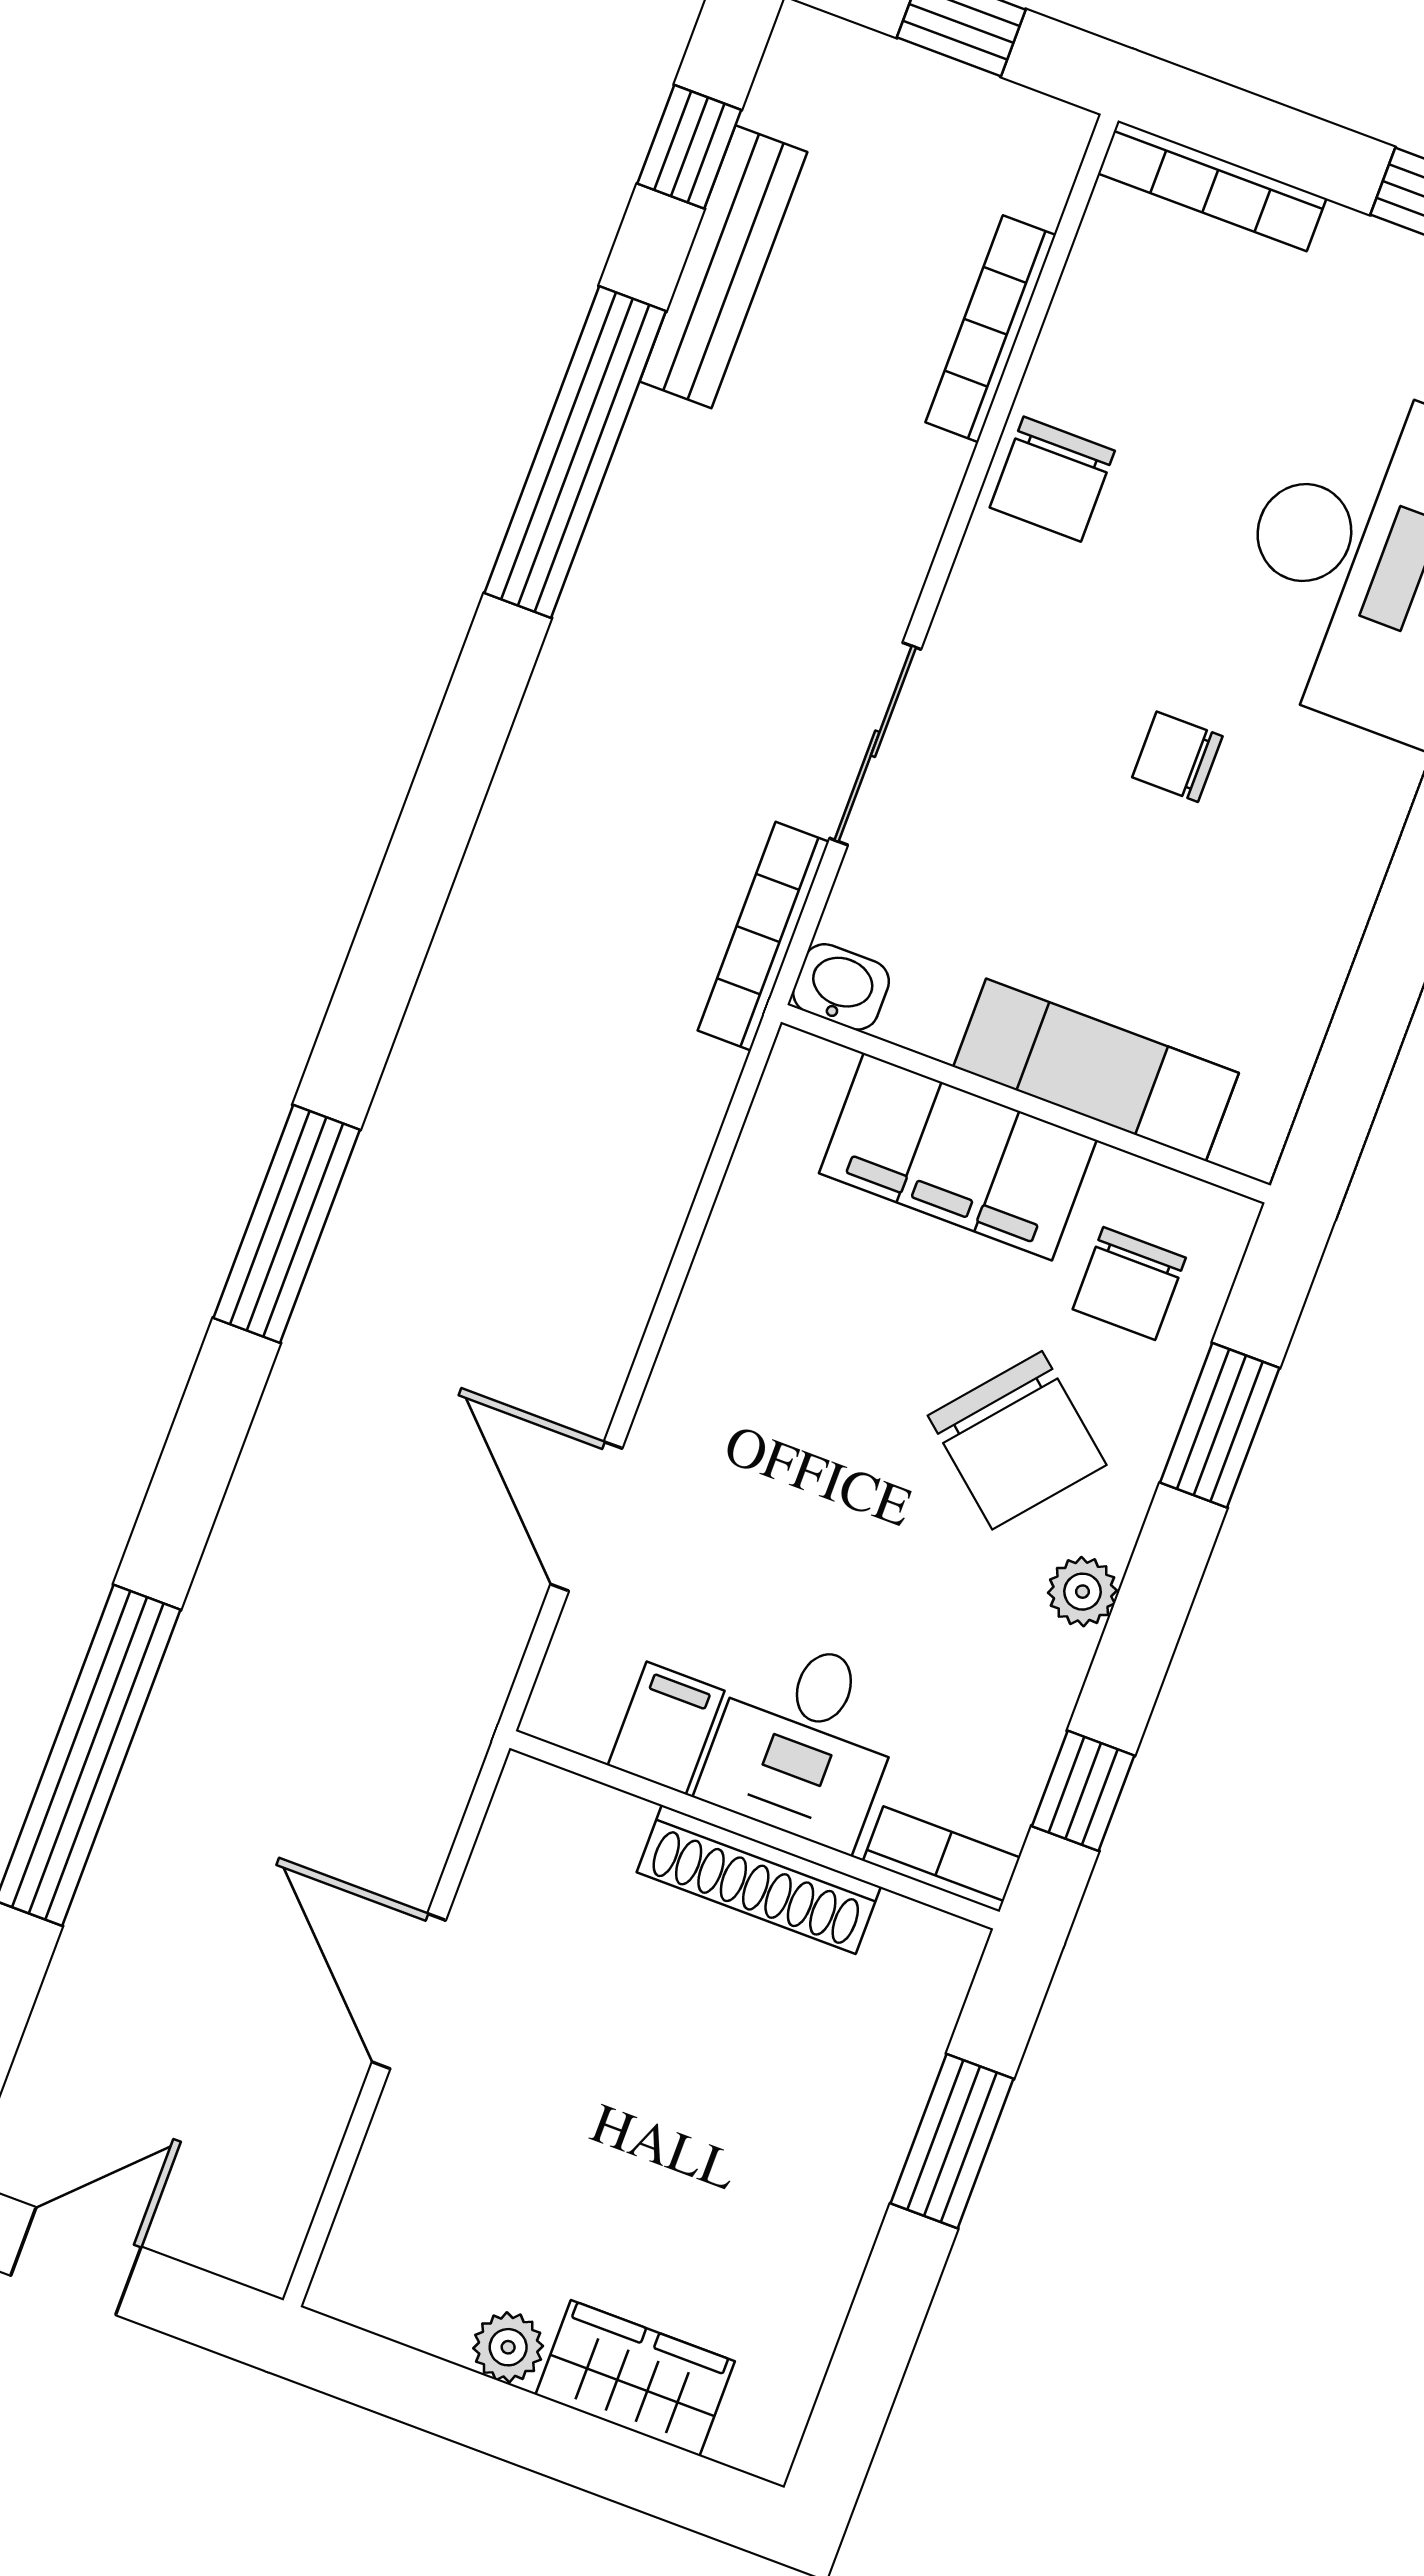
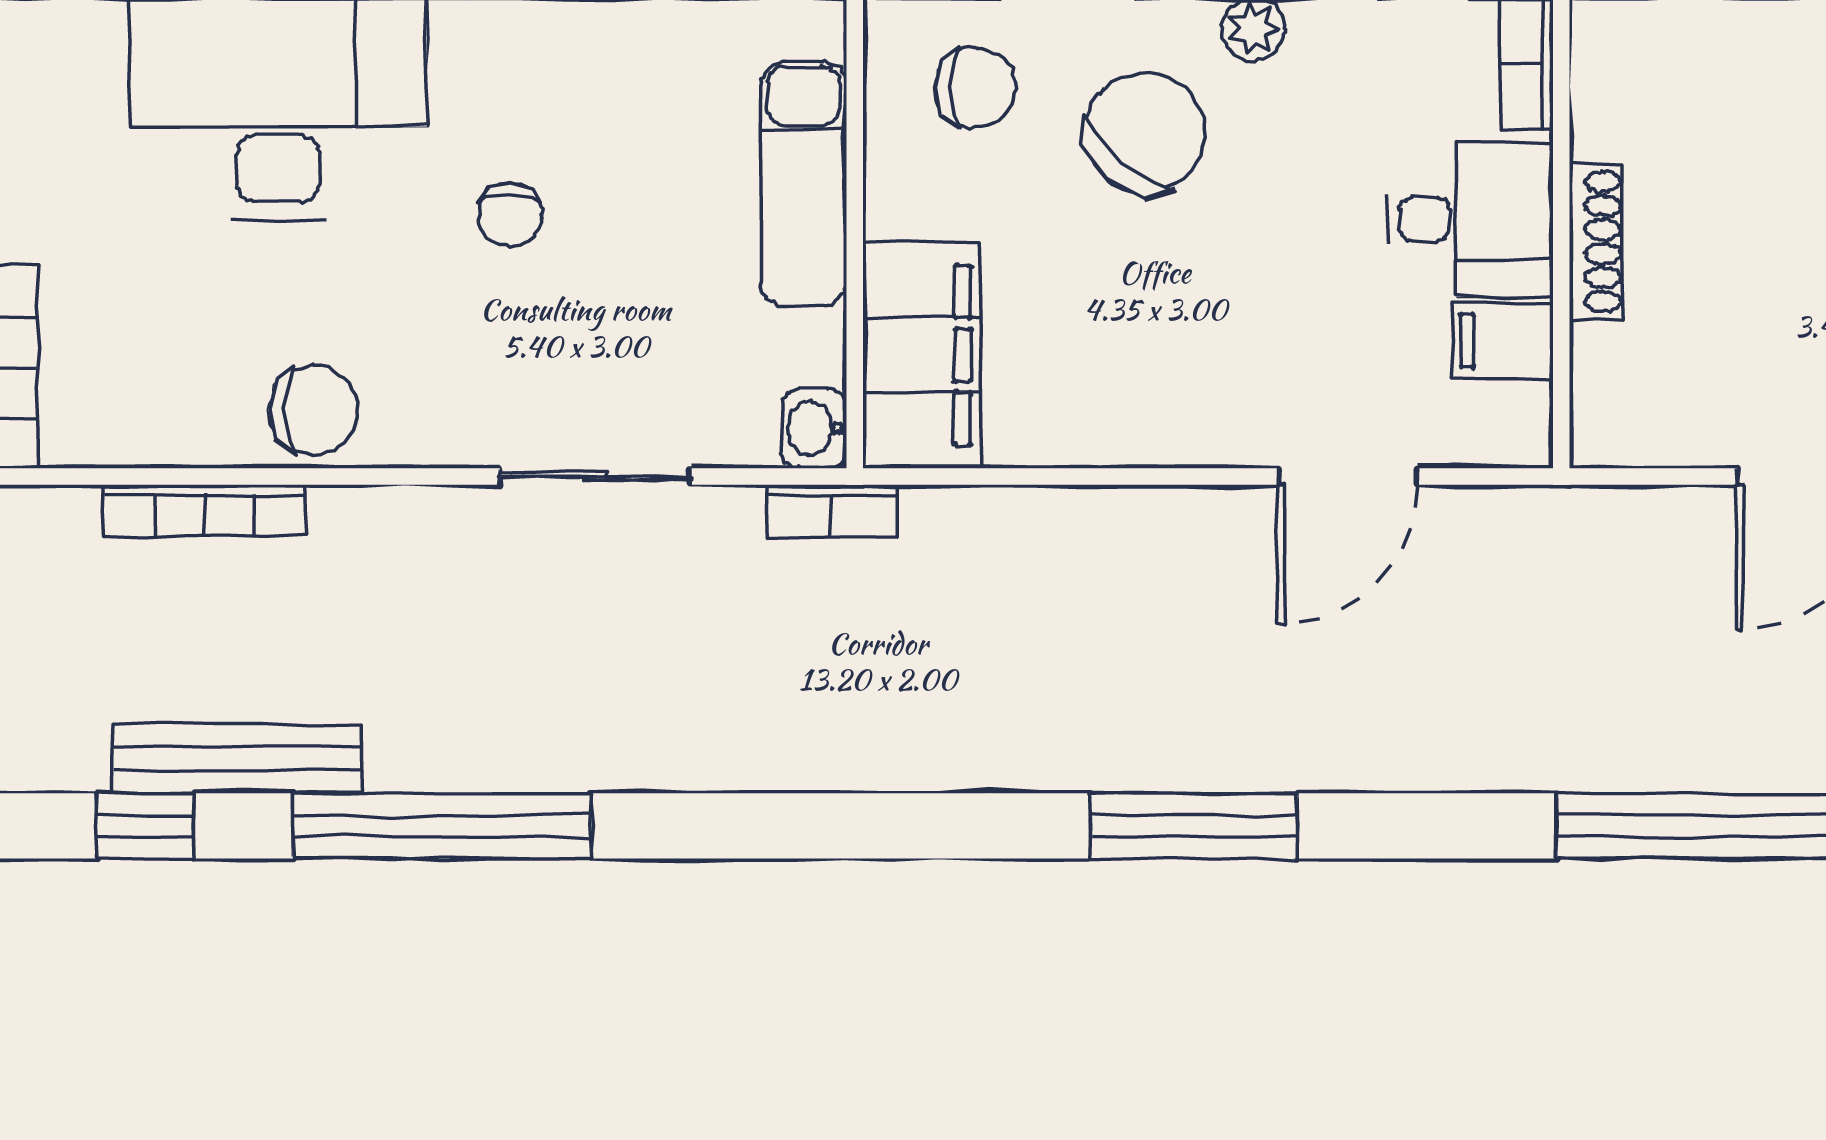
bookcase: (763, 936) -> (832, 511), width x0.64
filing cabinet: (958, 1157) -> (922, 355), moved
shoe rack: (759, 1880) -> (1596, 242), width x0.74, depth x0.81

